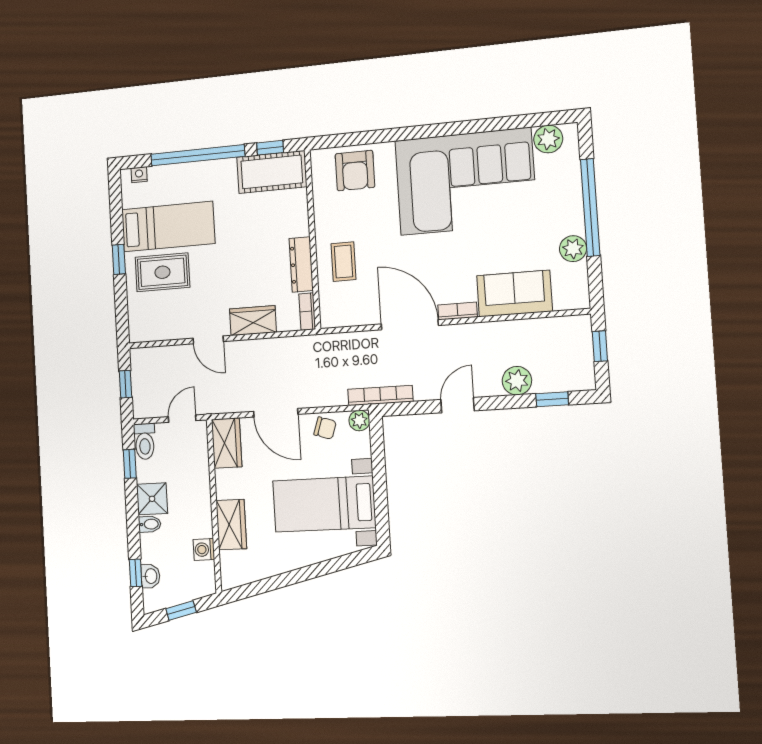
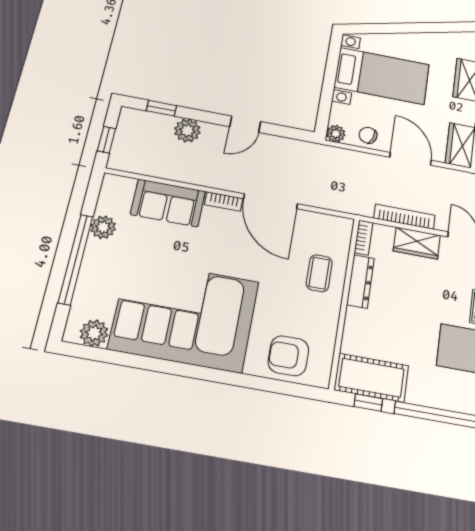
armchair: (355, 171) -> (288, 356), turned -90
bookcase: (380, 395) -> (404, 217), moved, turned 180

